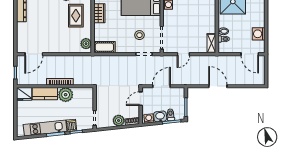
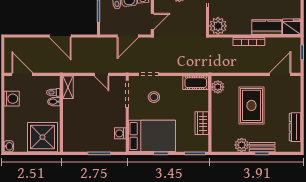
rug: (76, 16) -> (251, 105), moved, width x1.36, depth x1.43
door: (183, 54) -> (102, 74), swing flipped
plant: (66, 95) -> (218, 26), moved

